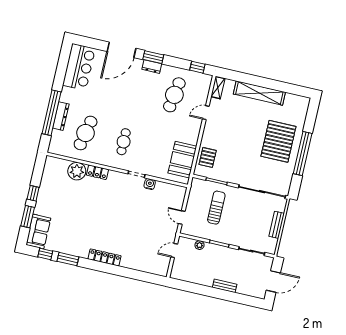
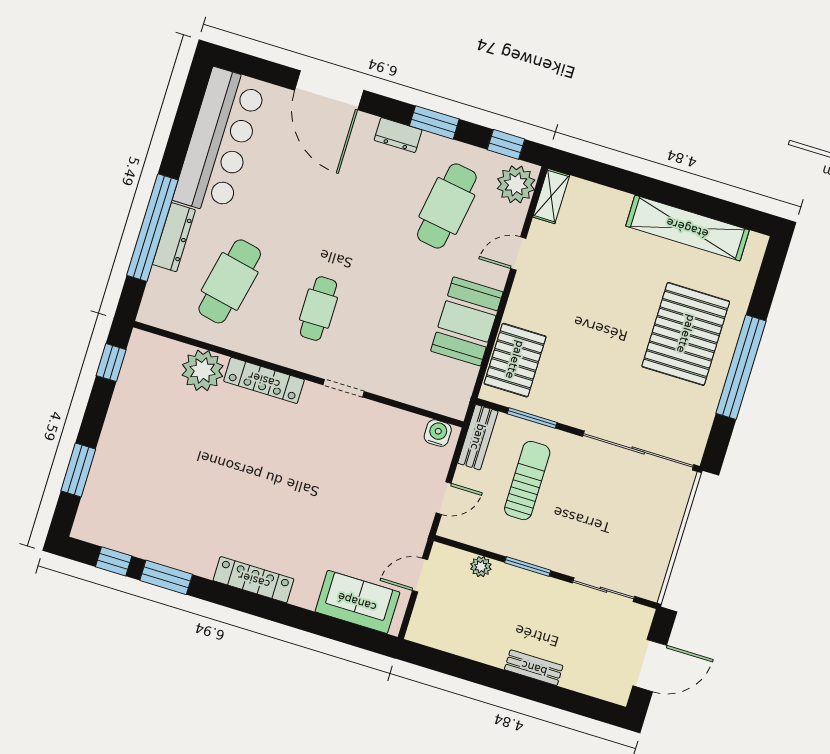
door: (121, 50) -> (329, 90), hinge flipped
window: (153, 57) -> (434, 122), moved
bar counter: (79, 67) -> (220, 141), width x1.36
plant: (203, 84) -> (516, 184), added
shelving: (259, 93) -> (687, 228), moved
pallet: (208, 157) -> (515, 360), width x1.50, depth x1.42
booth: (182, 160) -> (467, 321), moved
locker: (97, 172) -> (264, 380), width x1.53
water cooler: (150, 184) -> (438, 433), moved
window: (33, 193) -> (111, 363), moved
door: (182, 217) -> (444, 498), swing flipped
bench: (277, 225) -> (478, 437), moved
sofa: (38, 231) -> (357, 602), moved, turned -90

